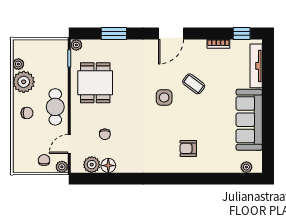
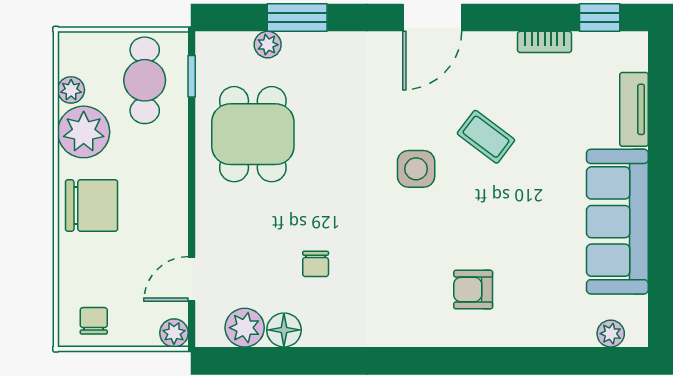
plant: (76, 45) -> (268, 45), moved
tv unit: (256, 66) -> (634, 109), width x0.71
cafe table: (55, 107) -> (145, 80), moved
chair: (27, 113) -> (91, 206), width x1.87, depth x1.87
chair: (105, 134) -> (316, 264), moved
chair: (44, 160) -> (94, 321), moved

